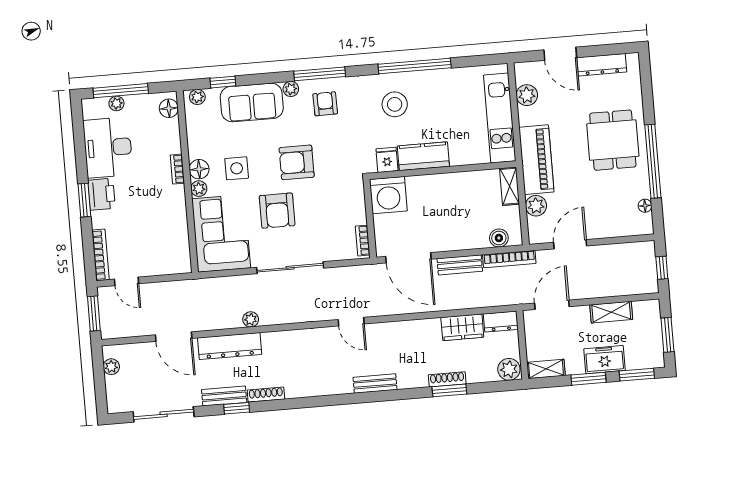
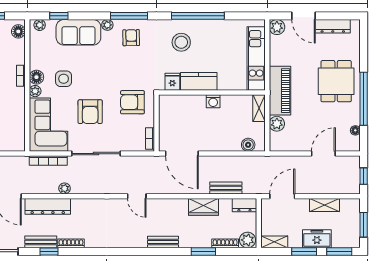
plant: (527, 95) -> (277, 27), moved
armchair: (297, 162) -> (132, 102), moved
washing machine: (388, 195) -> (213, 101), moved, width x0.53, depth x0.53
door: (570, 244) -> (323, 154), moved
bookcase: (509, 259) -> (48, 161), moved
bench: (460, 265) -> (226, 188), moved
wardrobe: (462, 327) -> (203, 207), moved
shoe rack: (447, 379) -> (225, 243), moved
bench: (375, 383) -> (163, 242), moved

